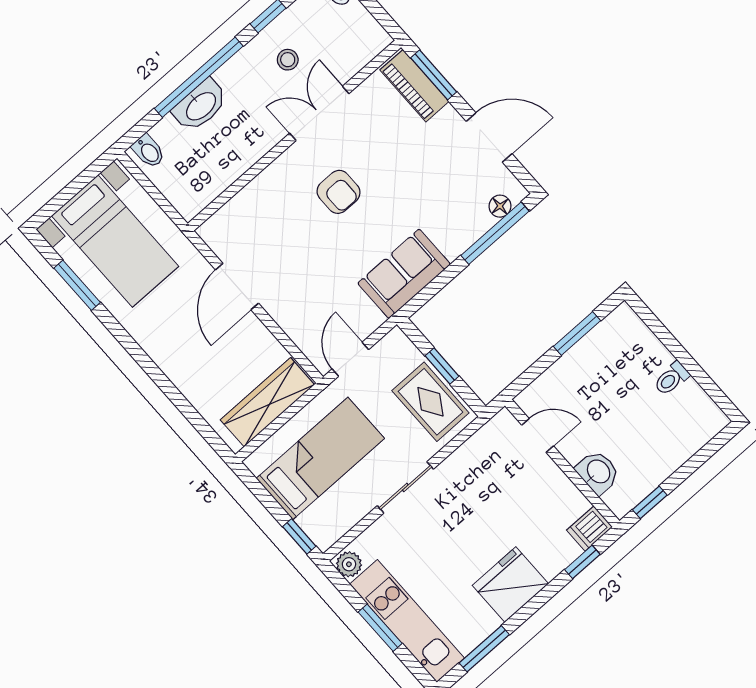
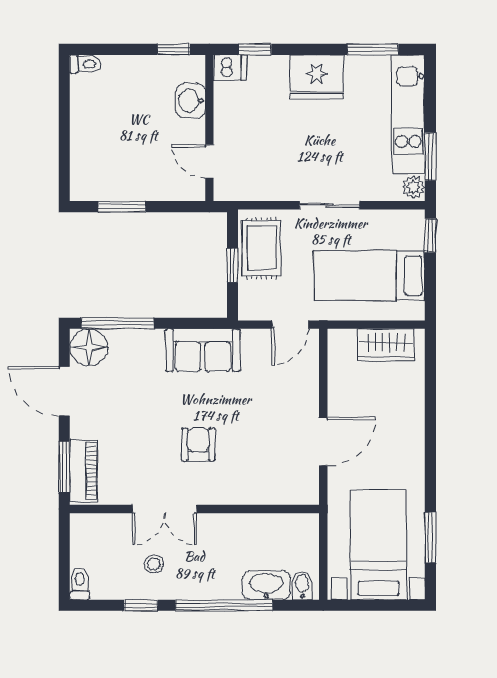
washbasin: (200, 106) -> (266, 585), moved
floor lamp: (500, 206) -> (89, 347), width x1.89, depth x1.89
toilet: (672, 379) -> (85, 64), moved
wardrobe: (267, 402) -> (386, 345), width x0.67
window: (380, 628) -> (430, 157), moved

